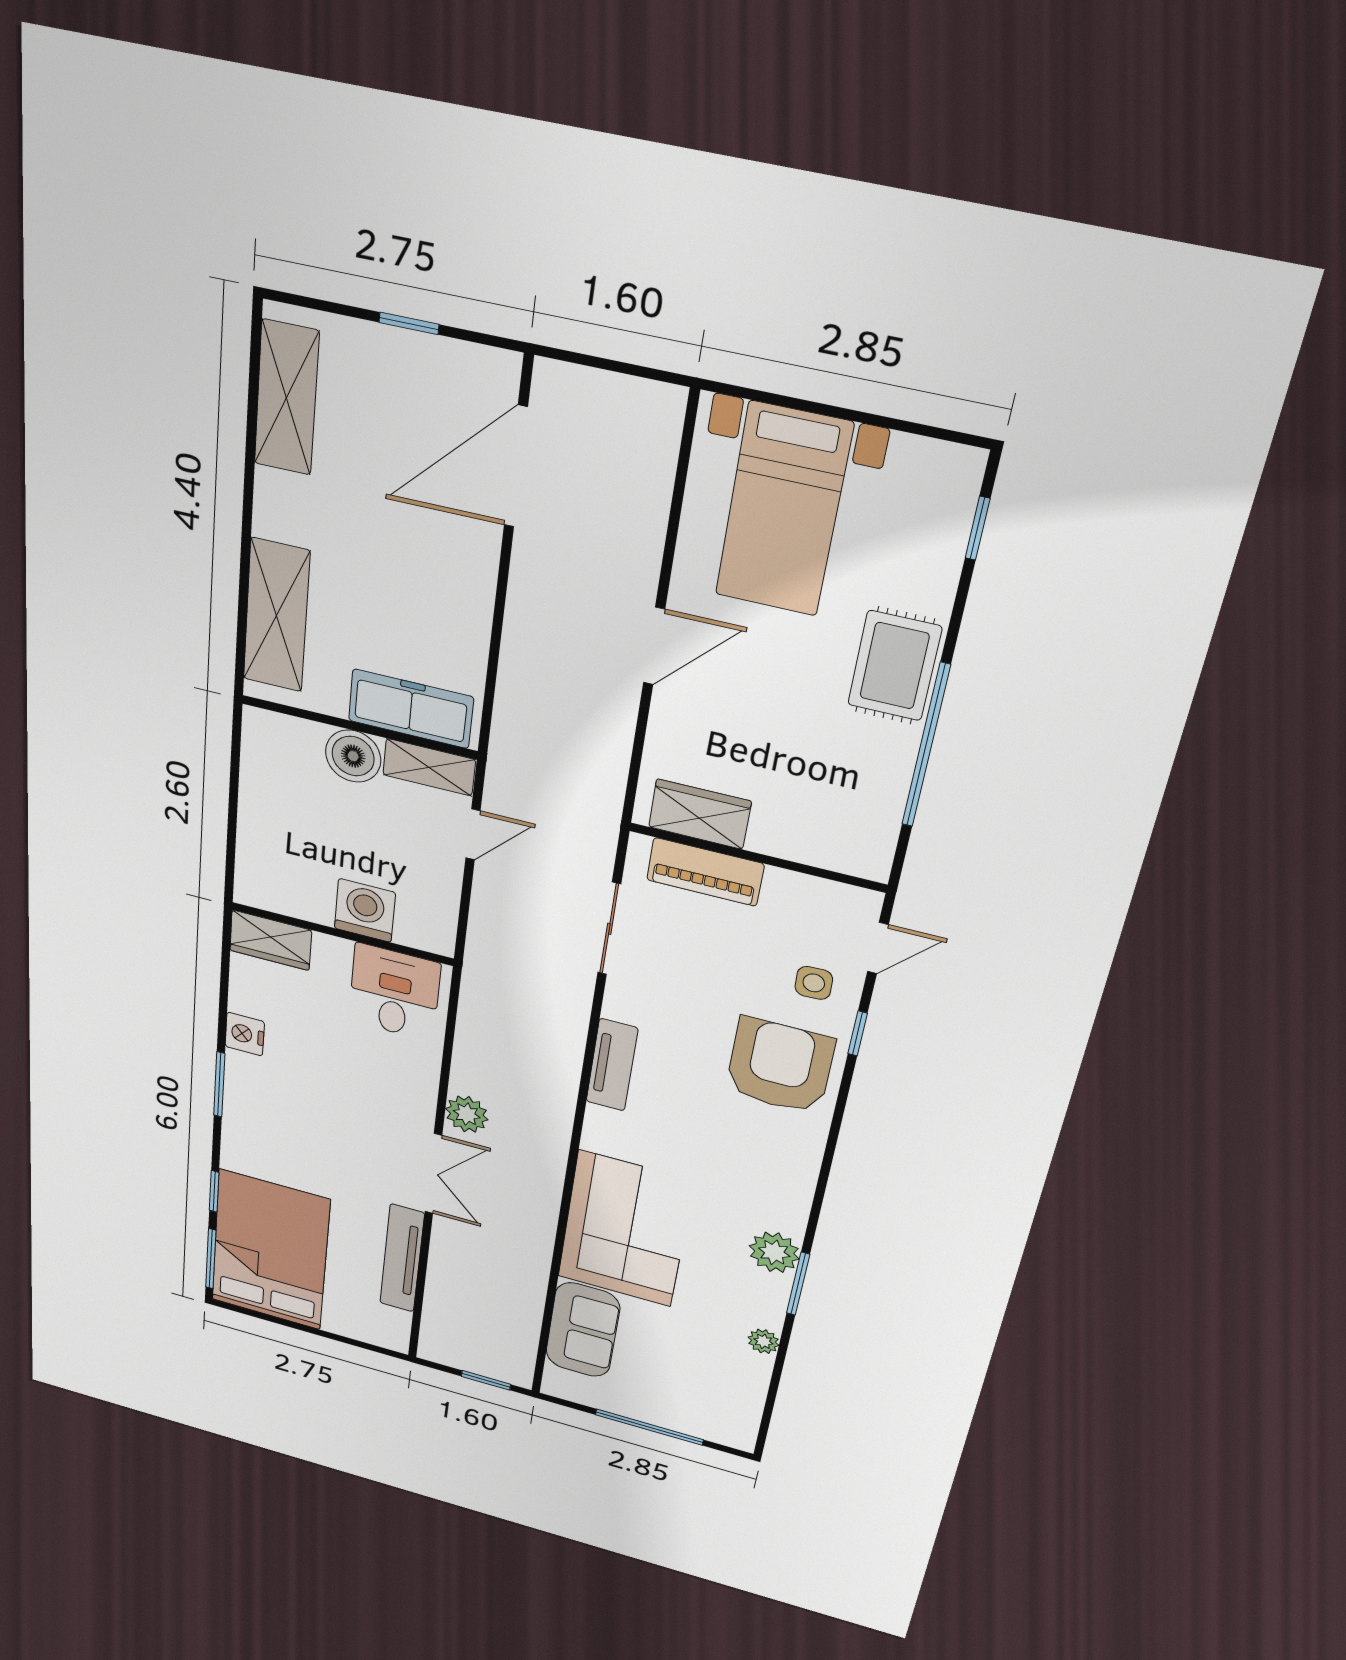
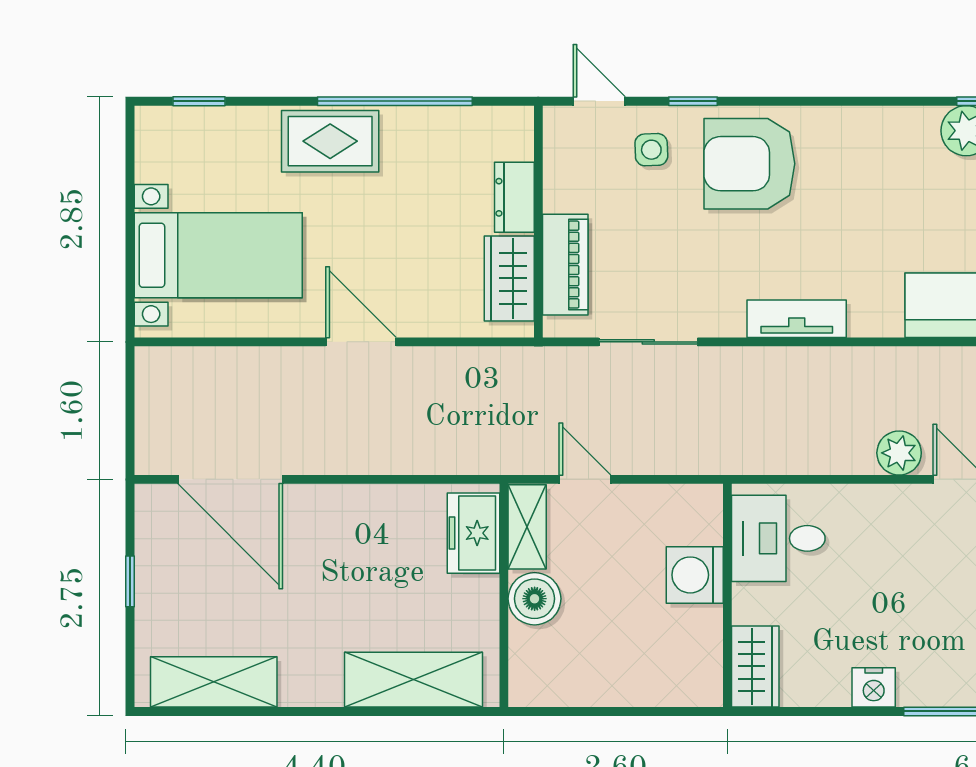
freezer: (411, 709) -> (473, 533), width x0.71
dresser: (789, 841) -> (514, 197), added

